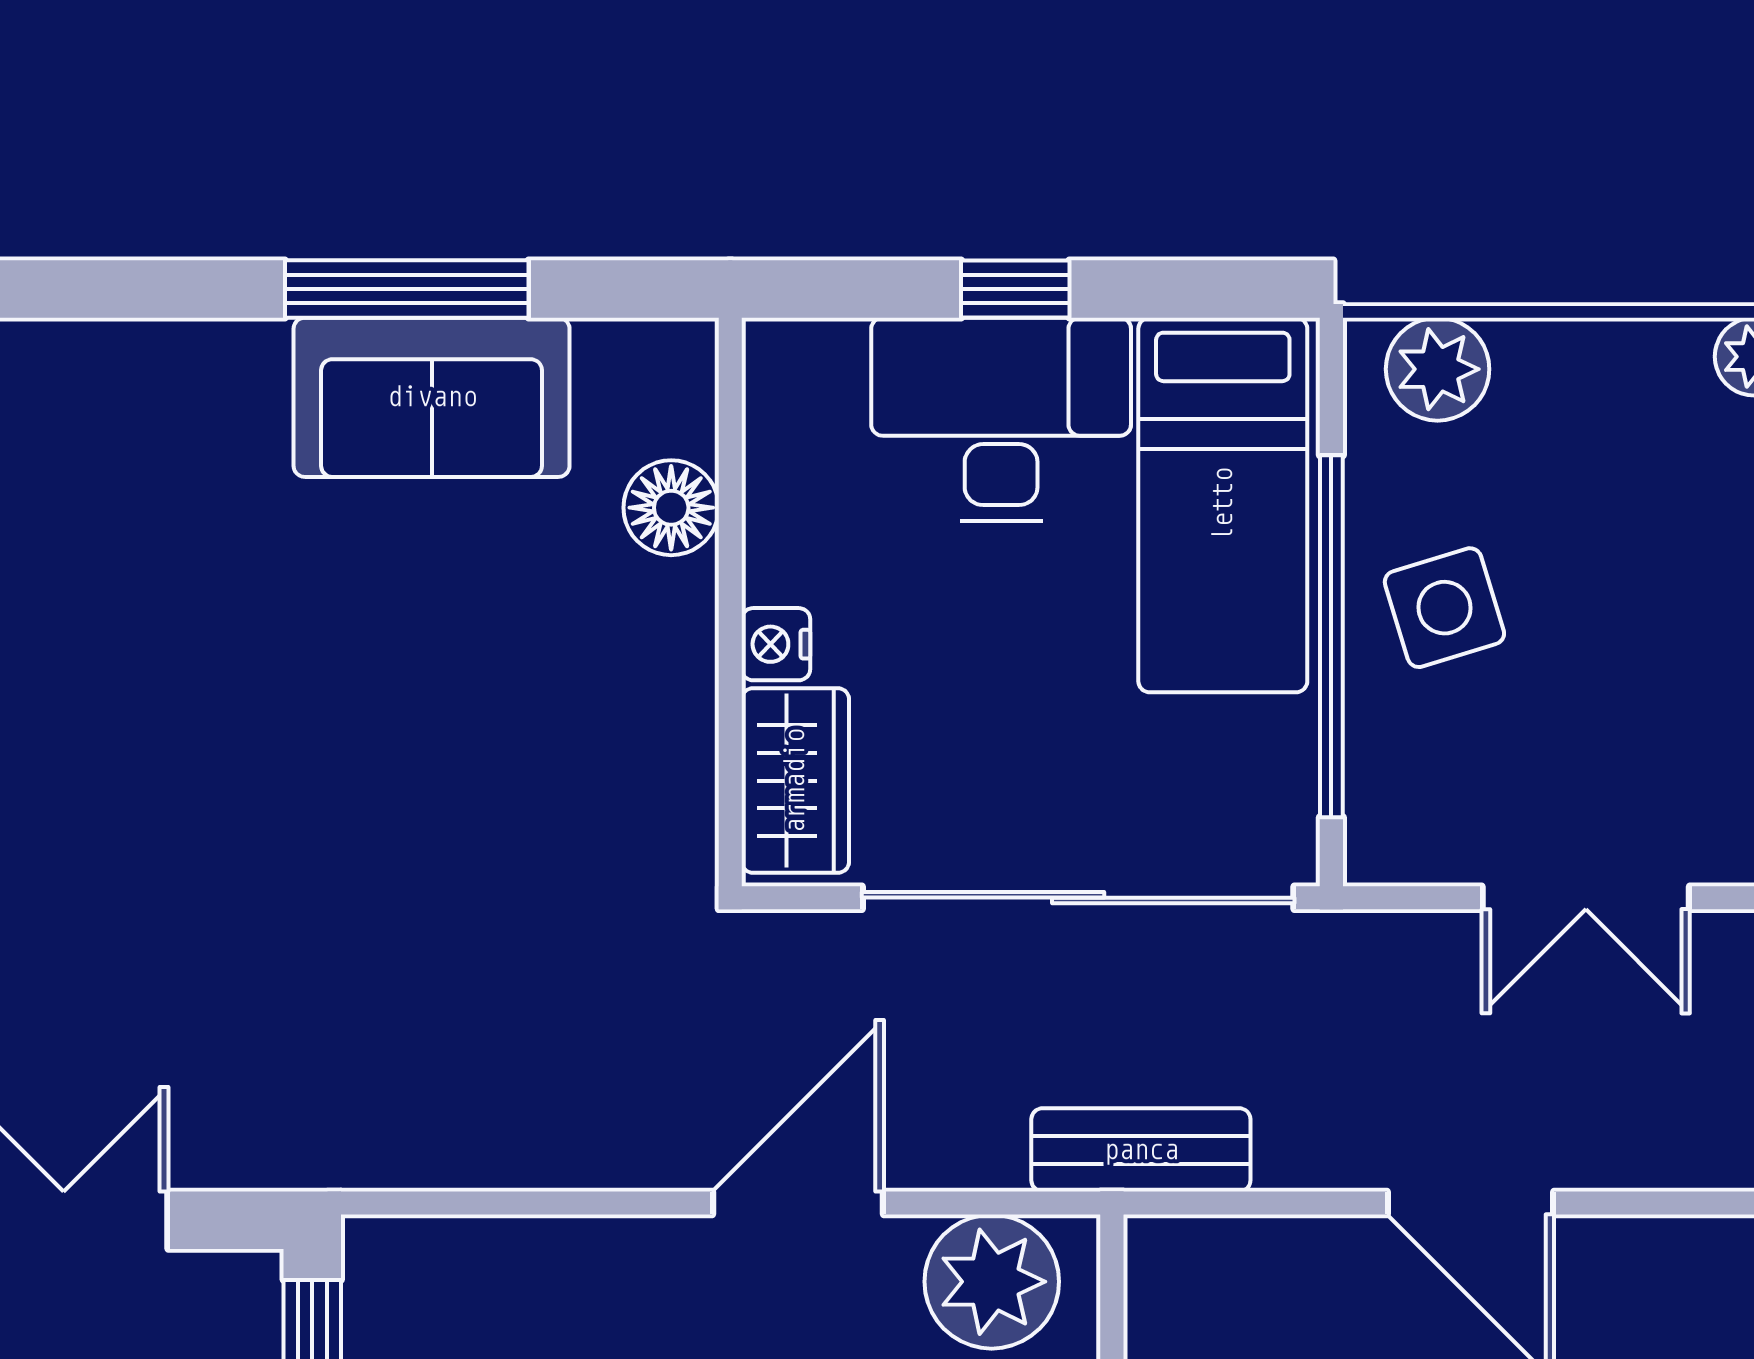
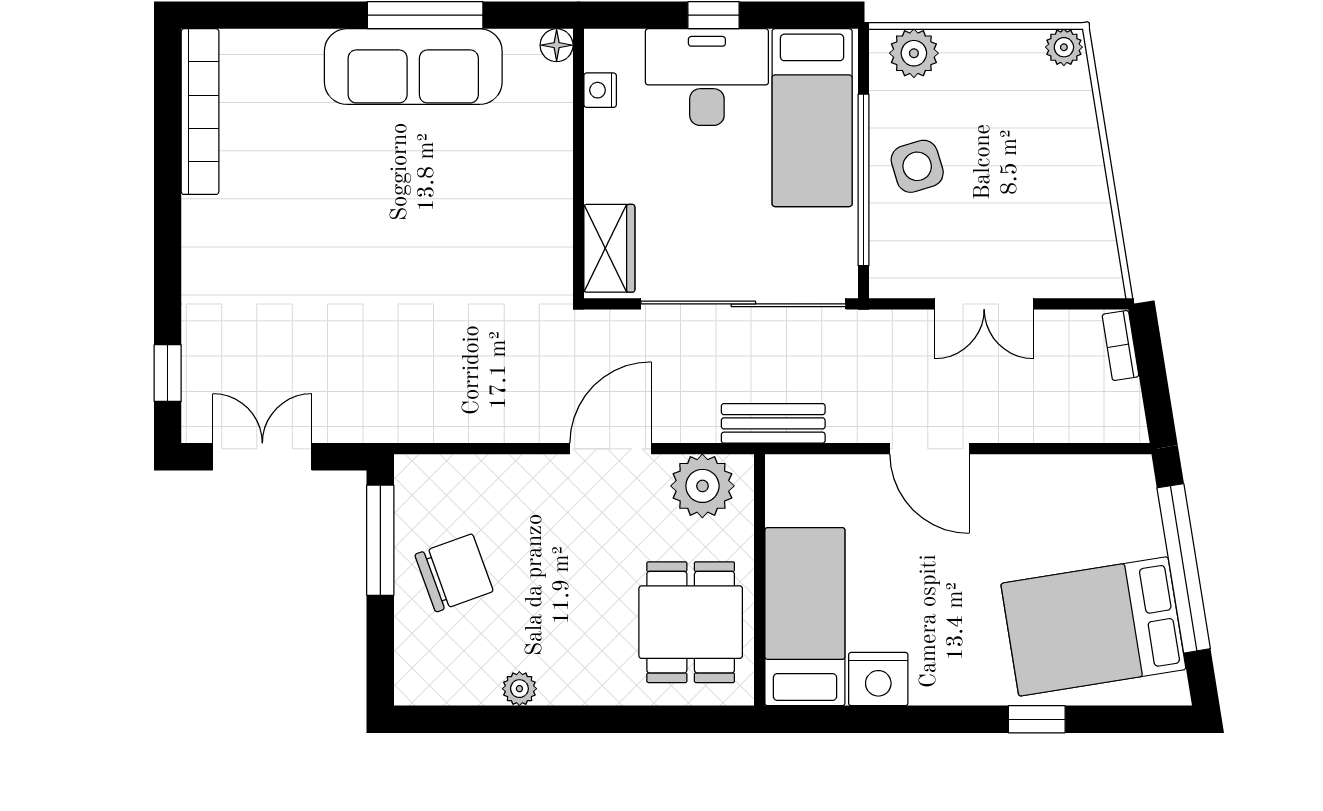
sofa: (432, 397) -> (413, 67), width x1.36
floor lamp: (671, 508) -> (557, 45), moved, width x0.73, depth x0.73
nightstand: (776, 644) -> (600, 90), moved

